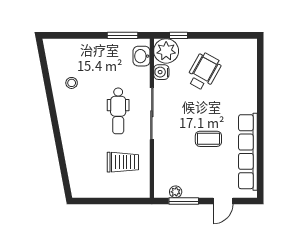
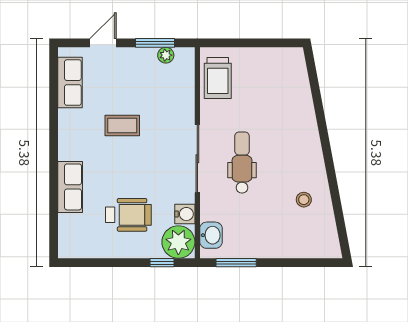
wheelchair: (204, 71) -> (128, 215), turned -119
row of seats: (248, 92) -> (70, 187), added
row of seats: (248, 152) -> (70, 83), width x0.50
trolley: (123, 162) -> (218, 78), moved, turned -90

